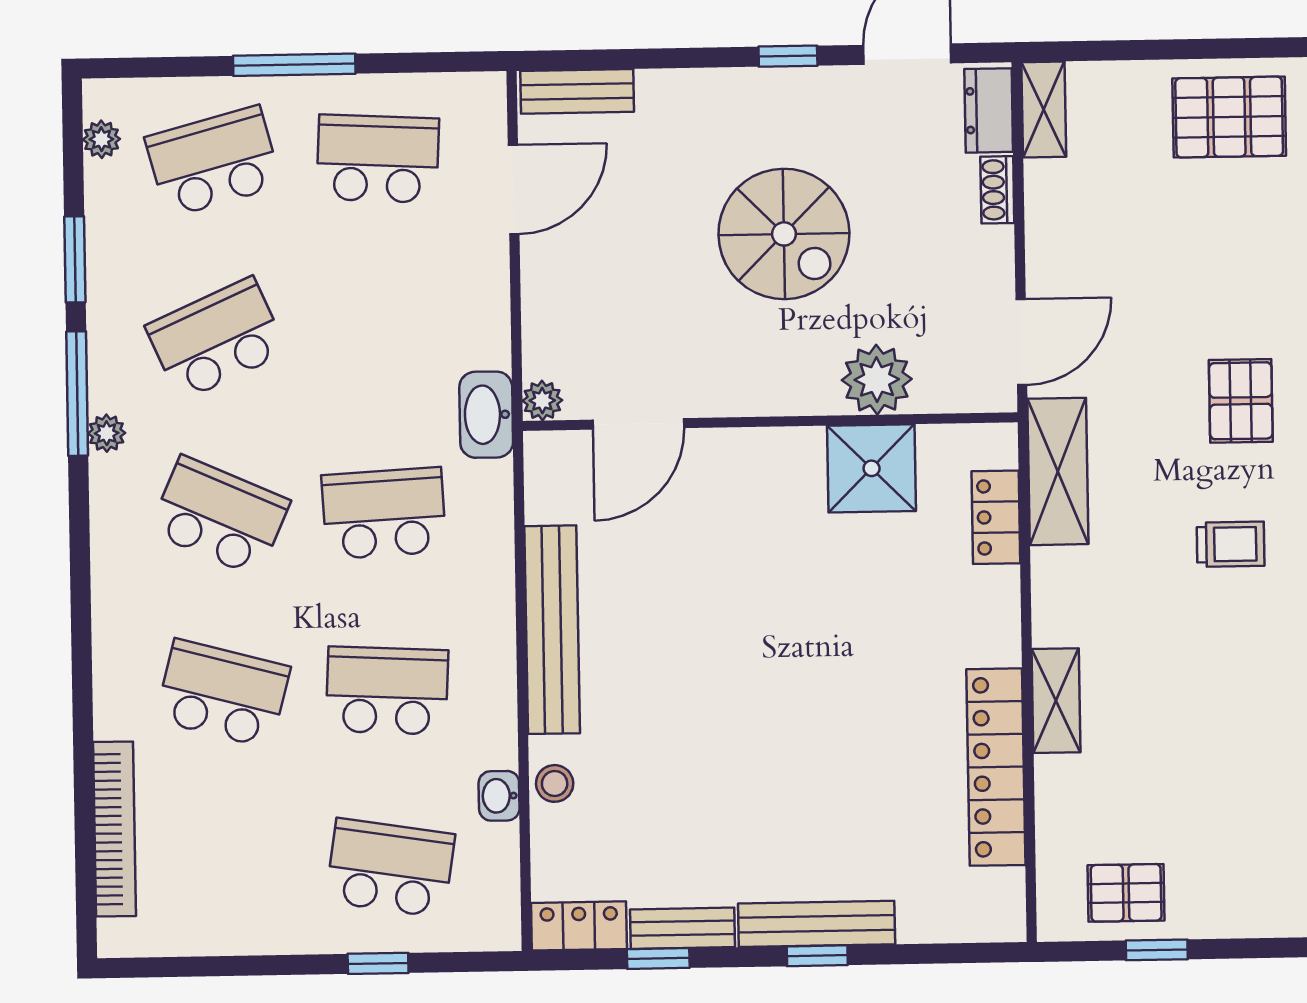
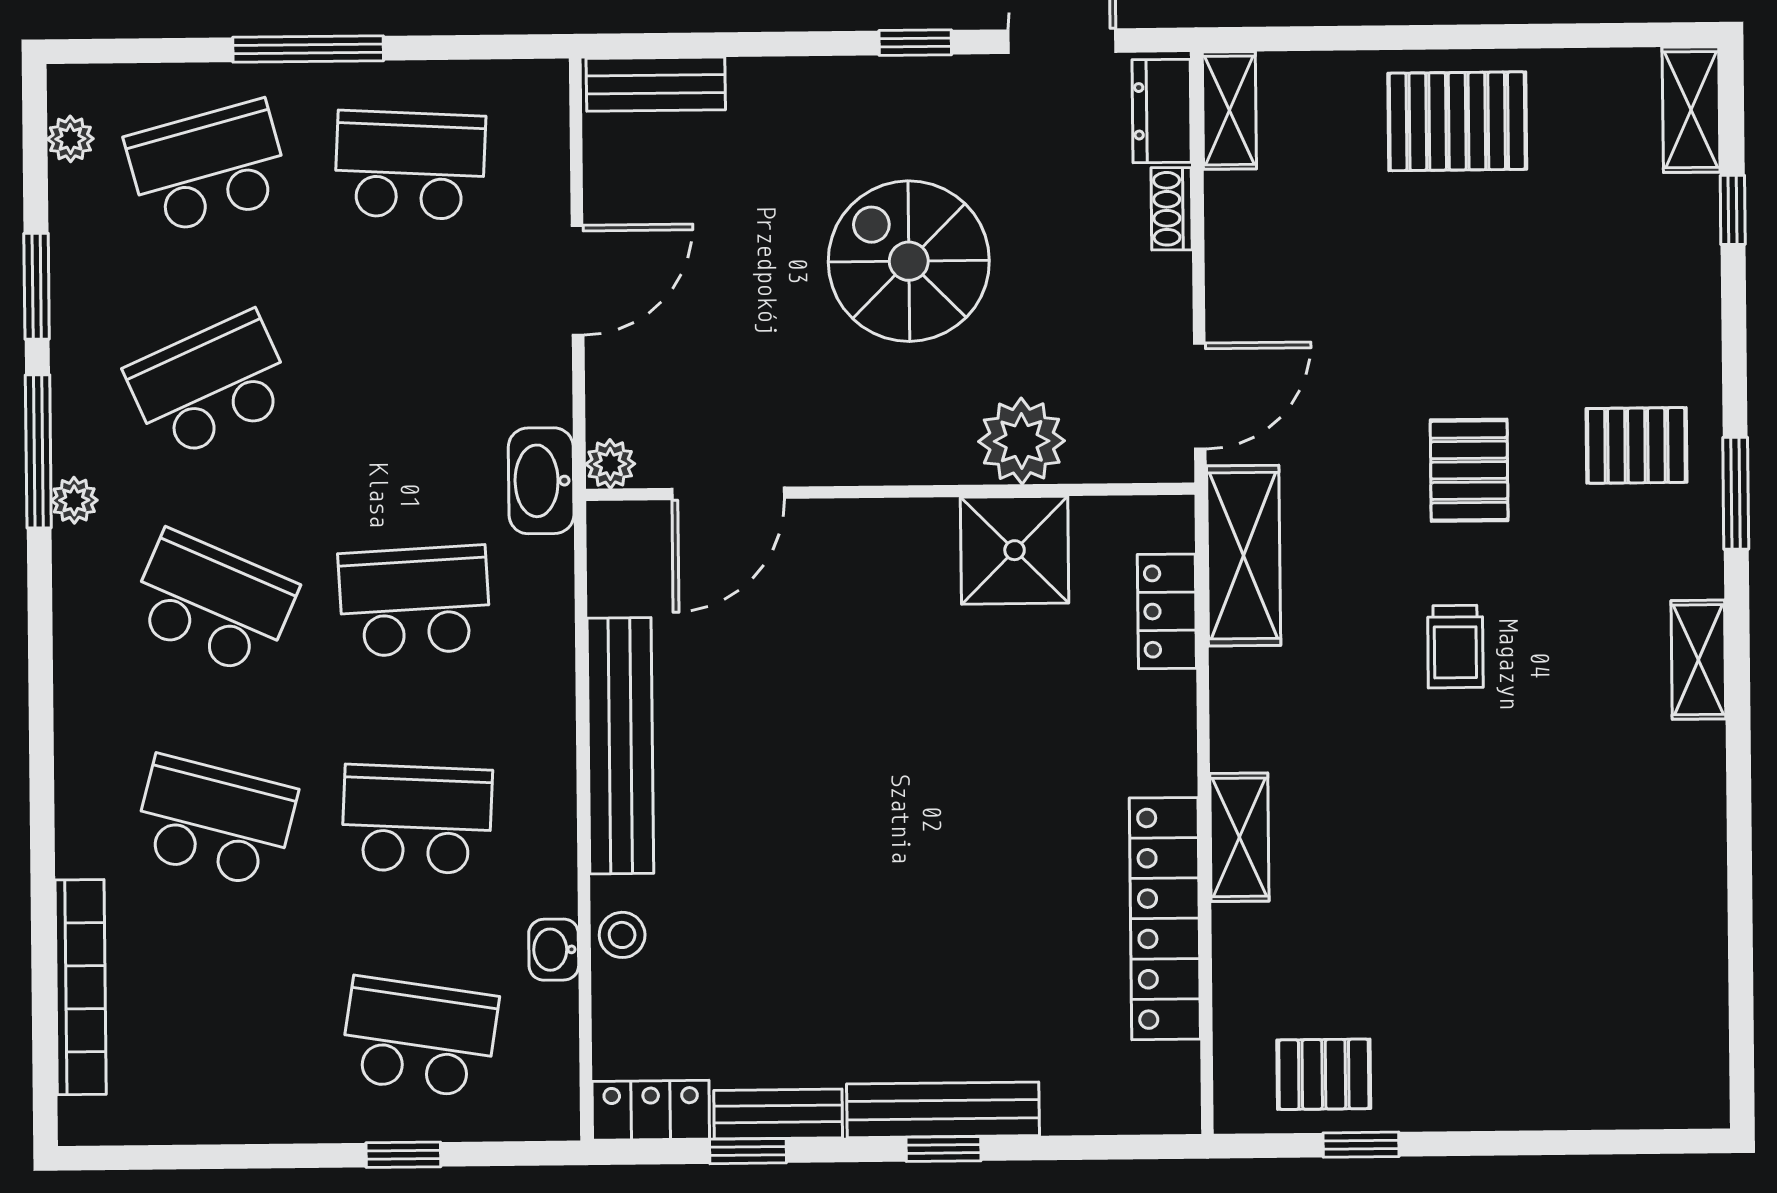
door: (514, 189) -> (578, 280), moved
spiral stairs: (784, 234) -> (909, 261), turned 180
trolley: (1231, 544) -> (1455, 647), turned 90

